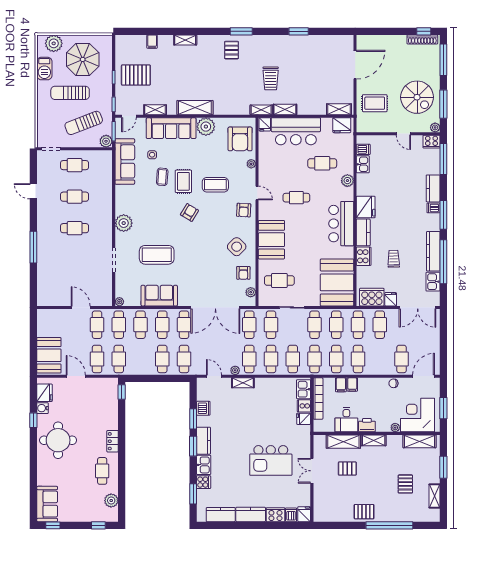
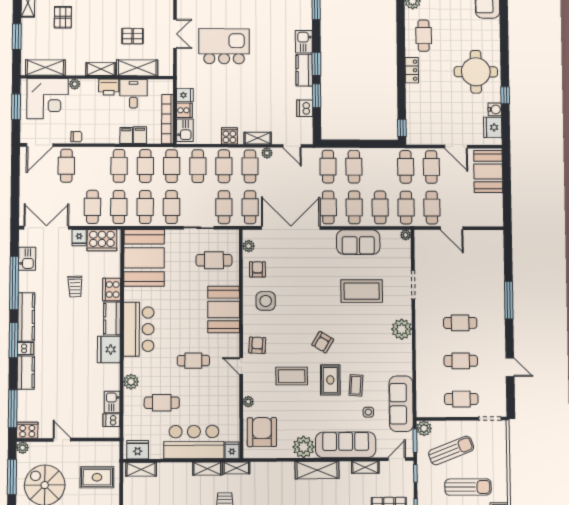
side table: (237, 247) -> (266, 301), turned 45
kitchen counter: (433, 251) -> (26, 317), moved
cooker: (204, 482) -> (229, 136), moved, turned 90

